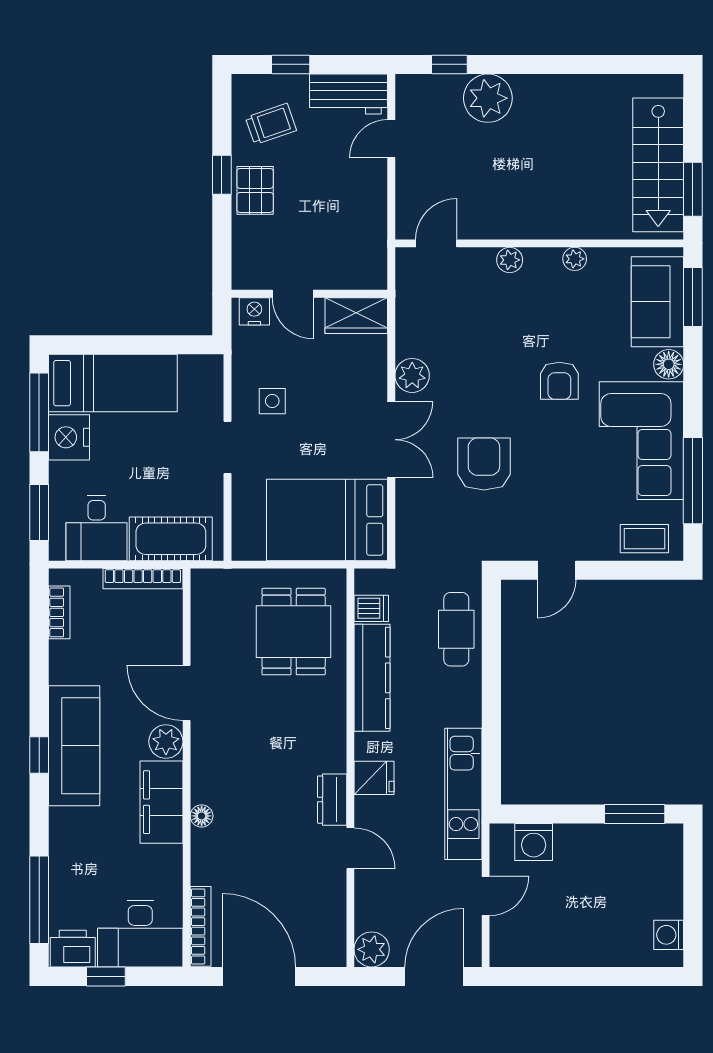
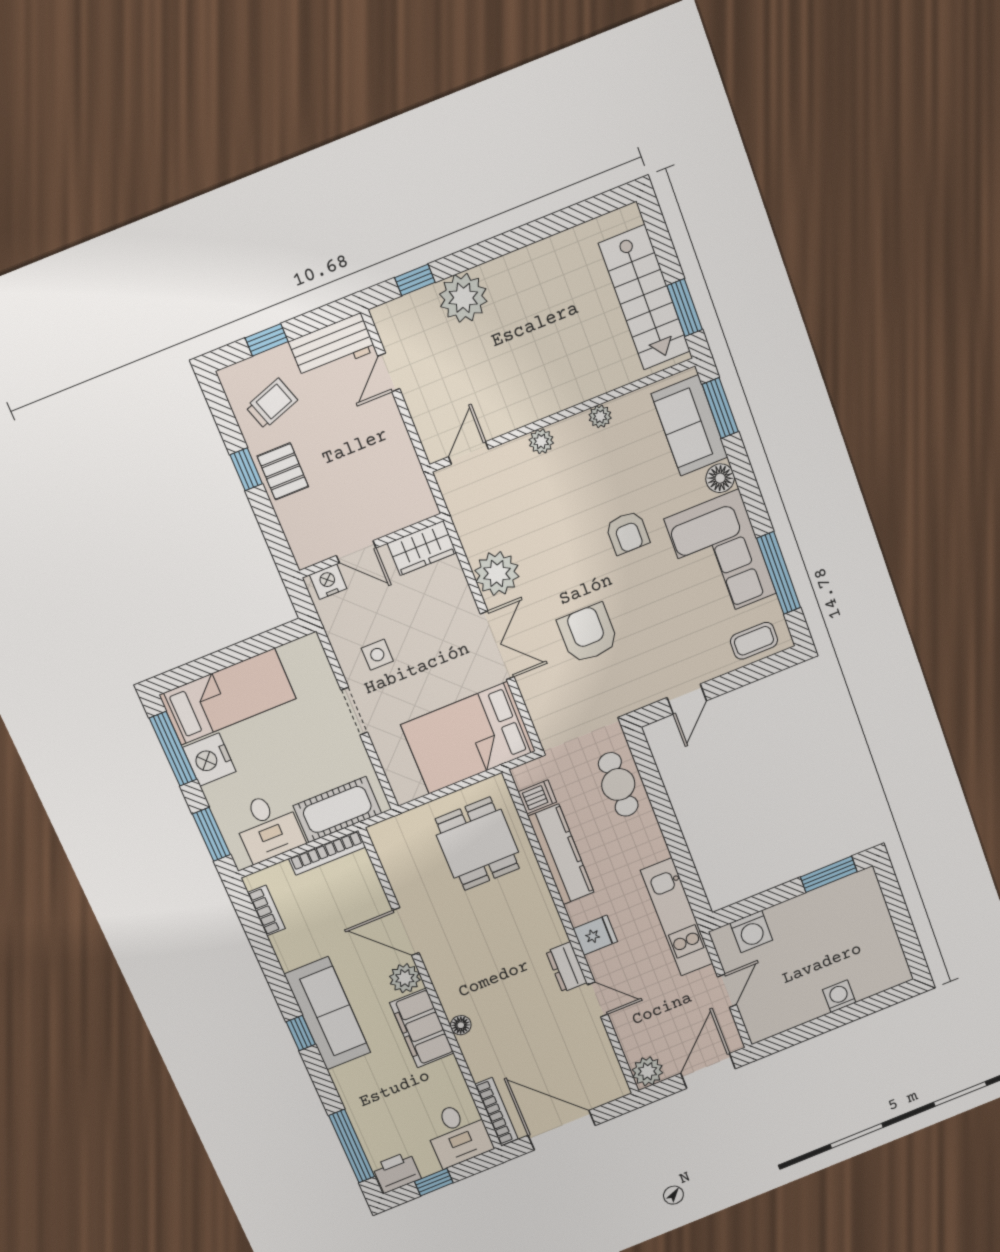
plant: (412, 375) -> (497, 574), width x1.36, depth x1.36
desk: (140, 934) -> (458, 1134), width x0.73
washing machine: (669, 935) -> (839, 996), moved, turned 90

